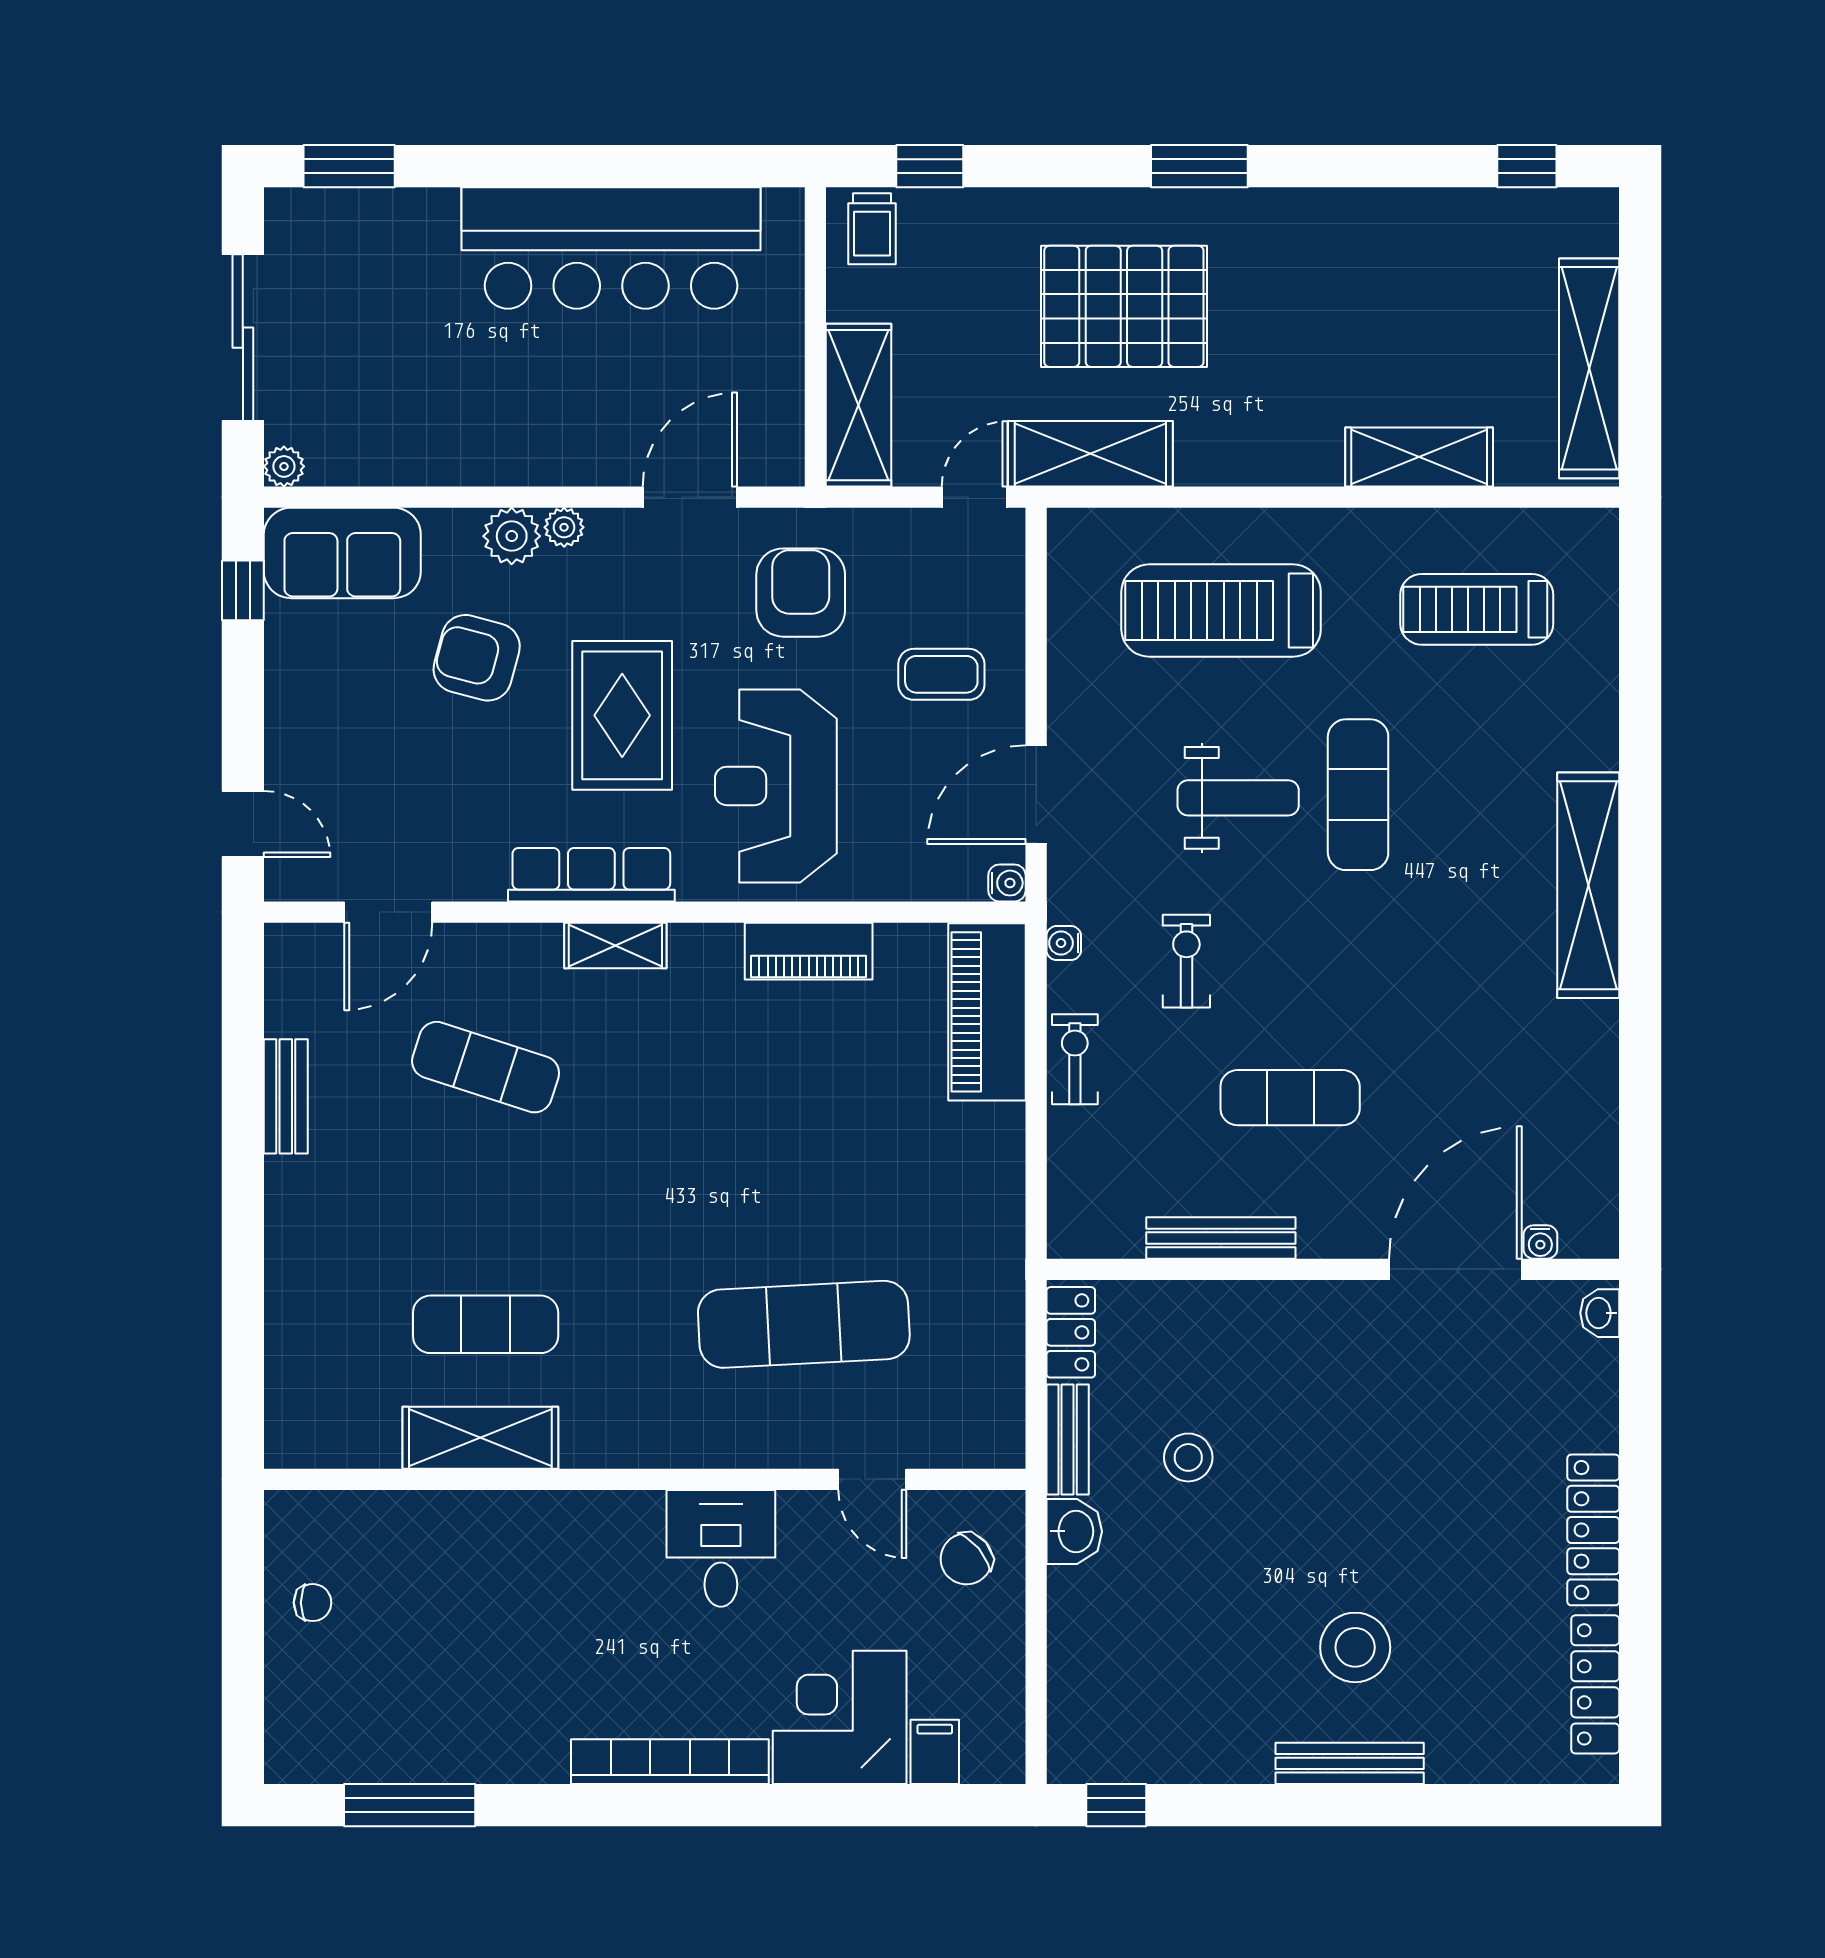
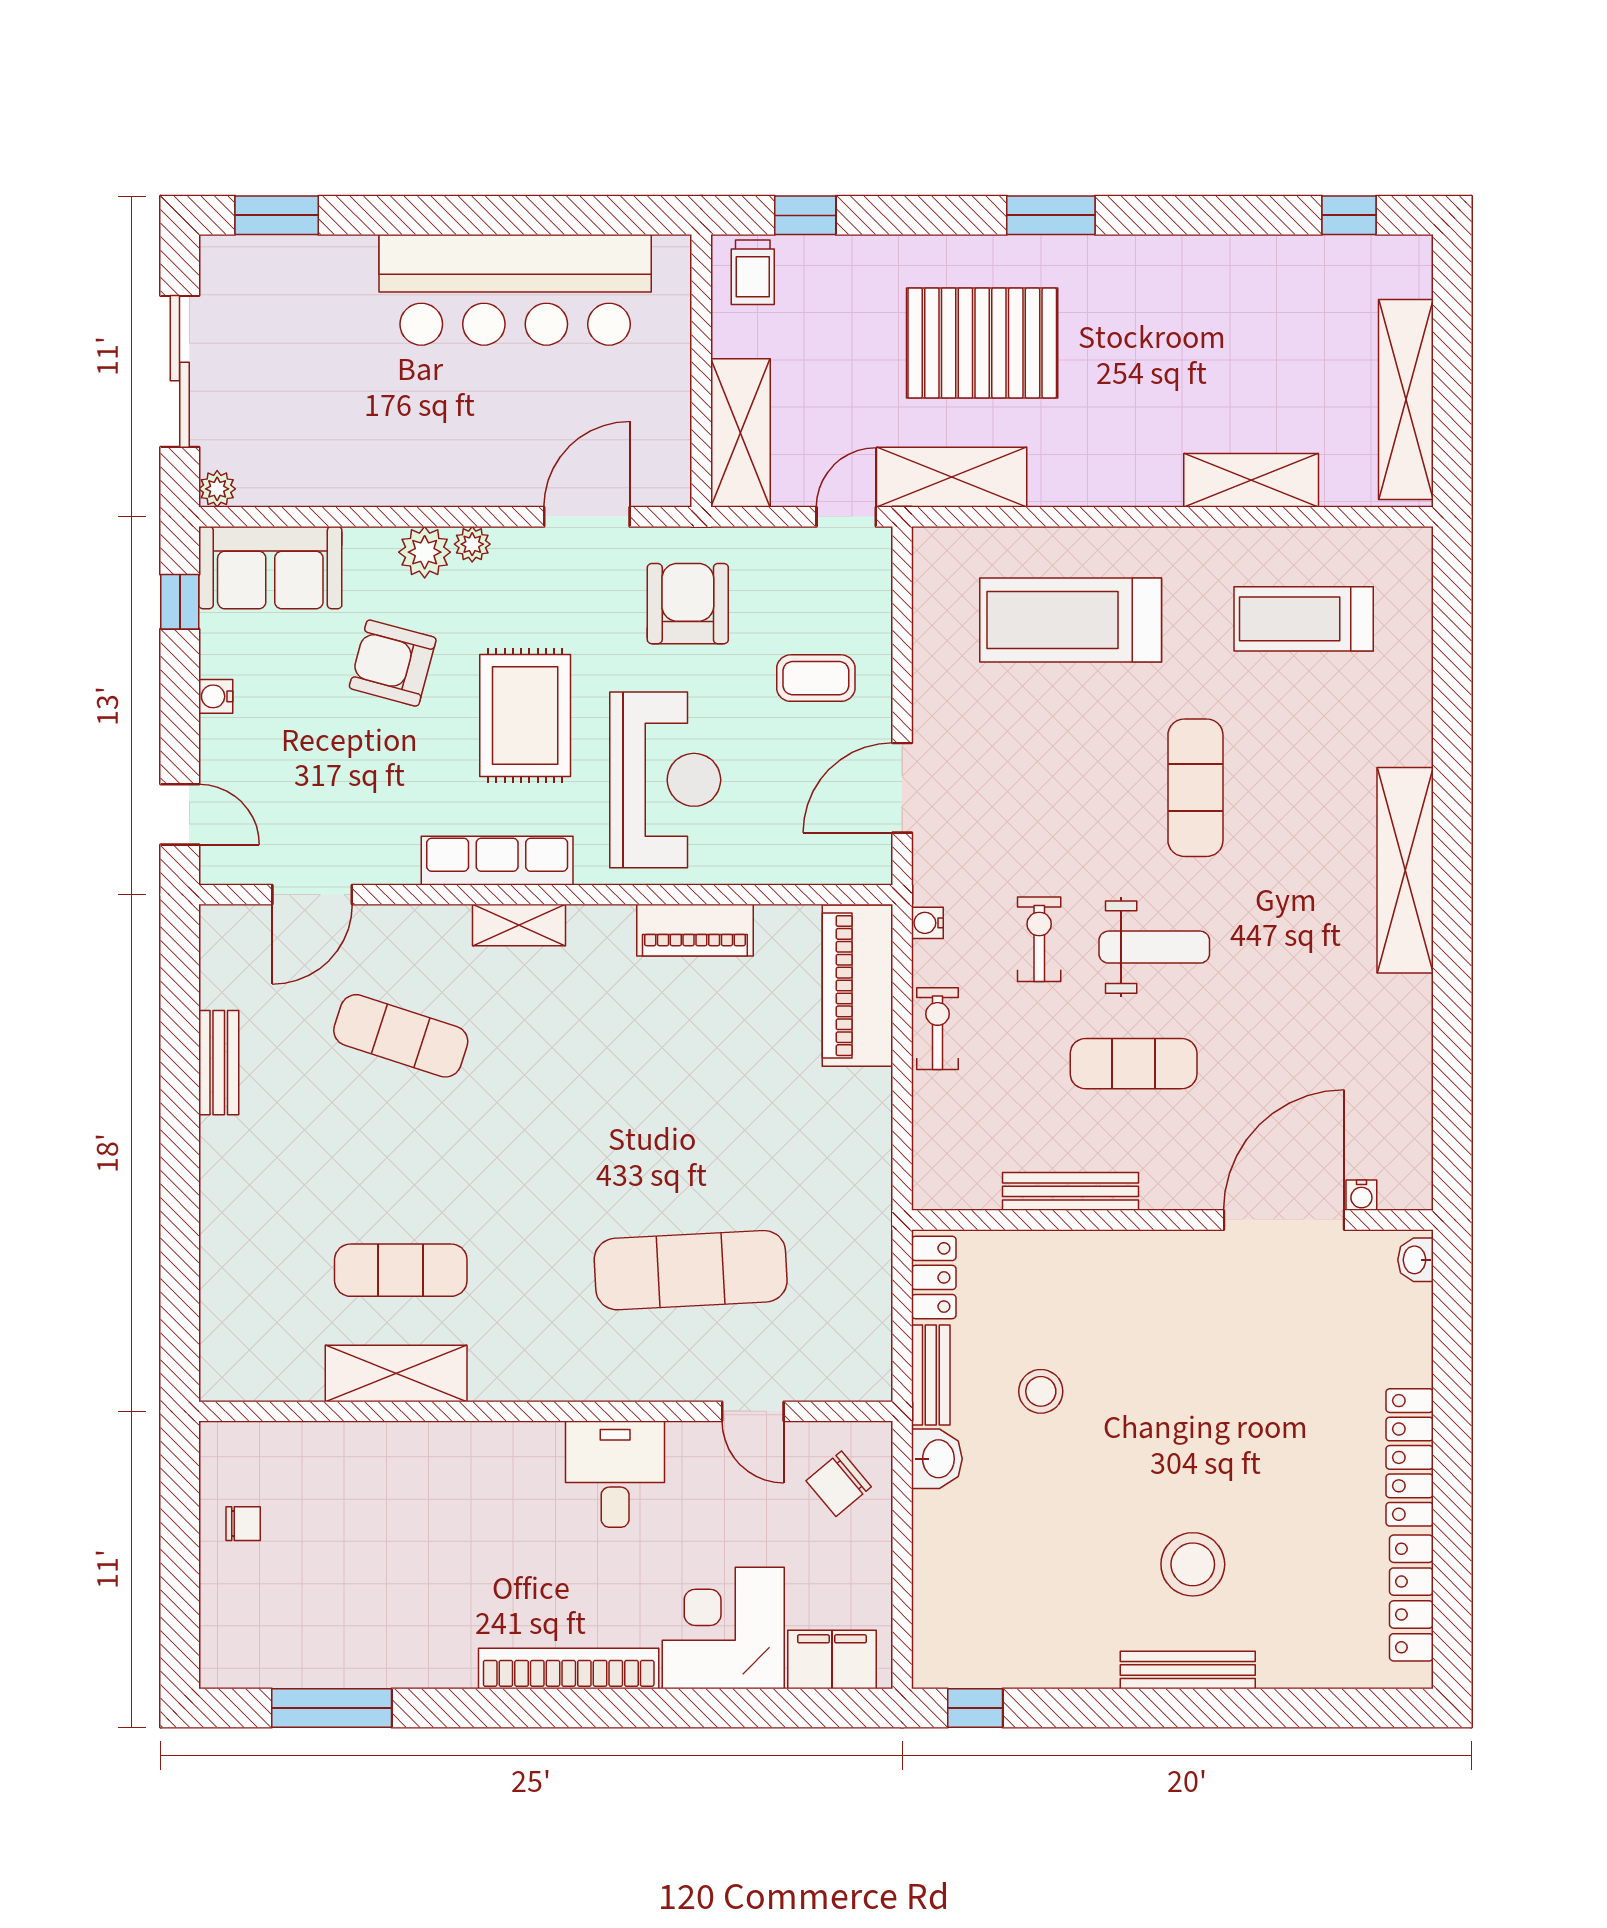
reception desk: (776, 786) -> (665, 780), turned 180
weight bench: (1238, 798) -> (1154, 947), moved
water cooler: (1007, 883) -> (216, 696), moved, turned 180
filing cabinet: (935, 1752) -> (832, 1659), width x2.00

